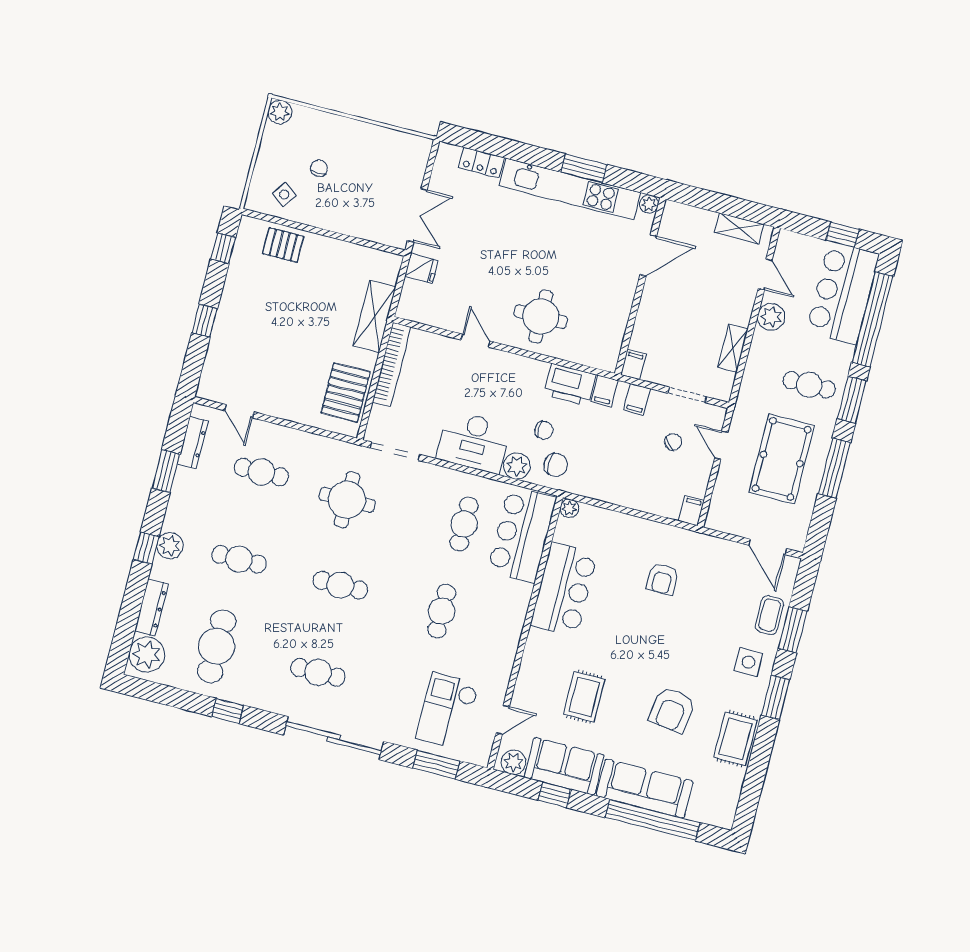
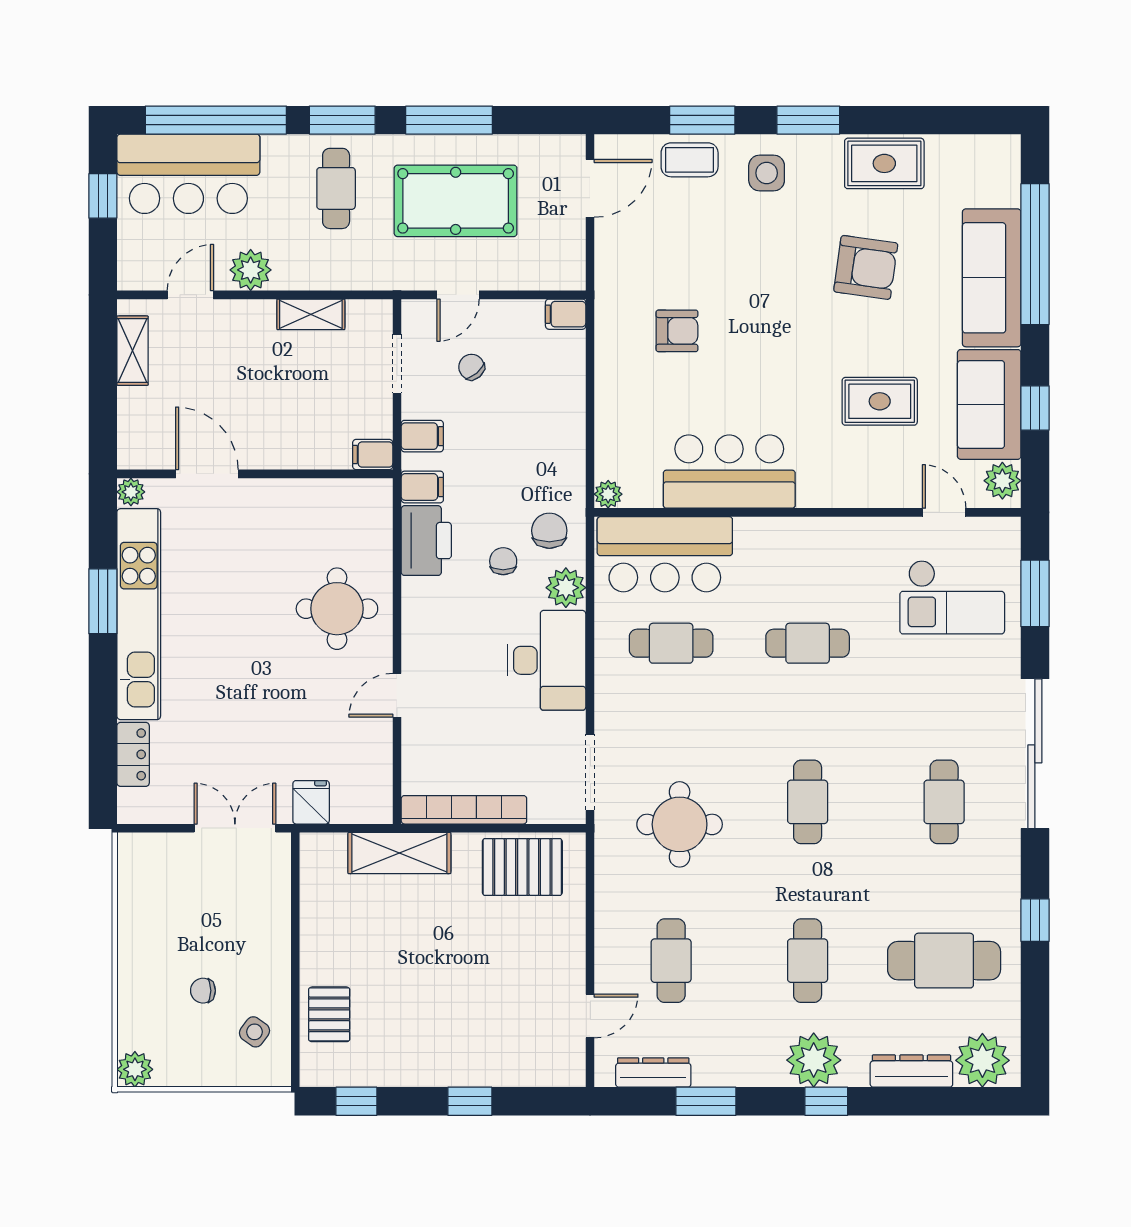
plant: (170, 546) -> (814, 1060), width x1.36, depth x1.36

